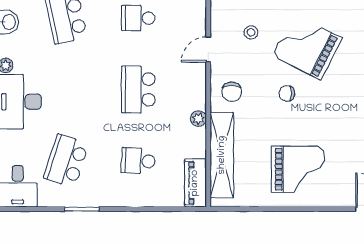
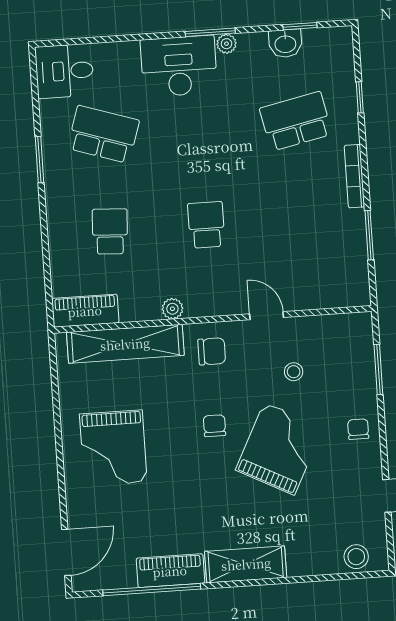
school desk: (138, 18) -> (302, 218), removed
school desk: (138, 89) -> (206, 225), width x0.54
chair: (232, 92) -> (212, 351), turned 180

